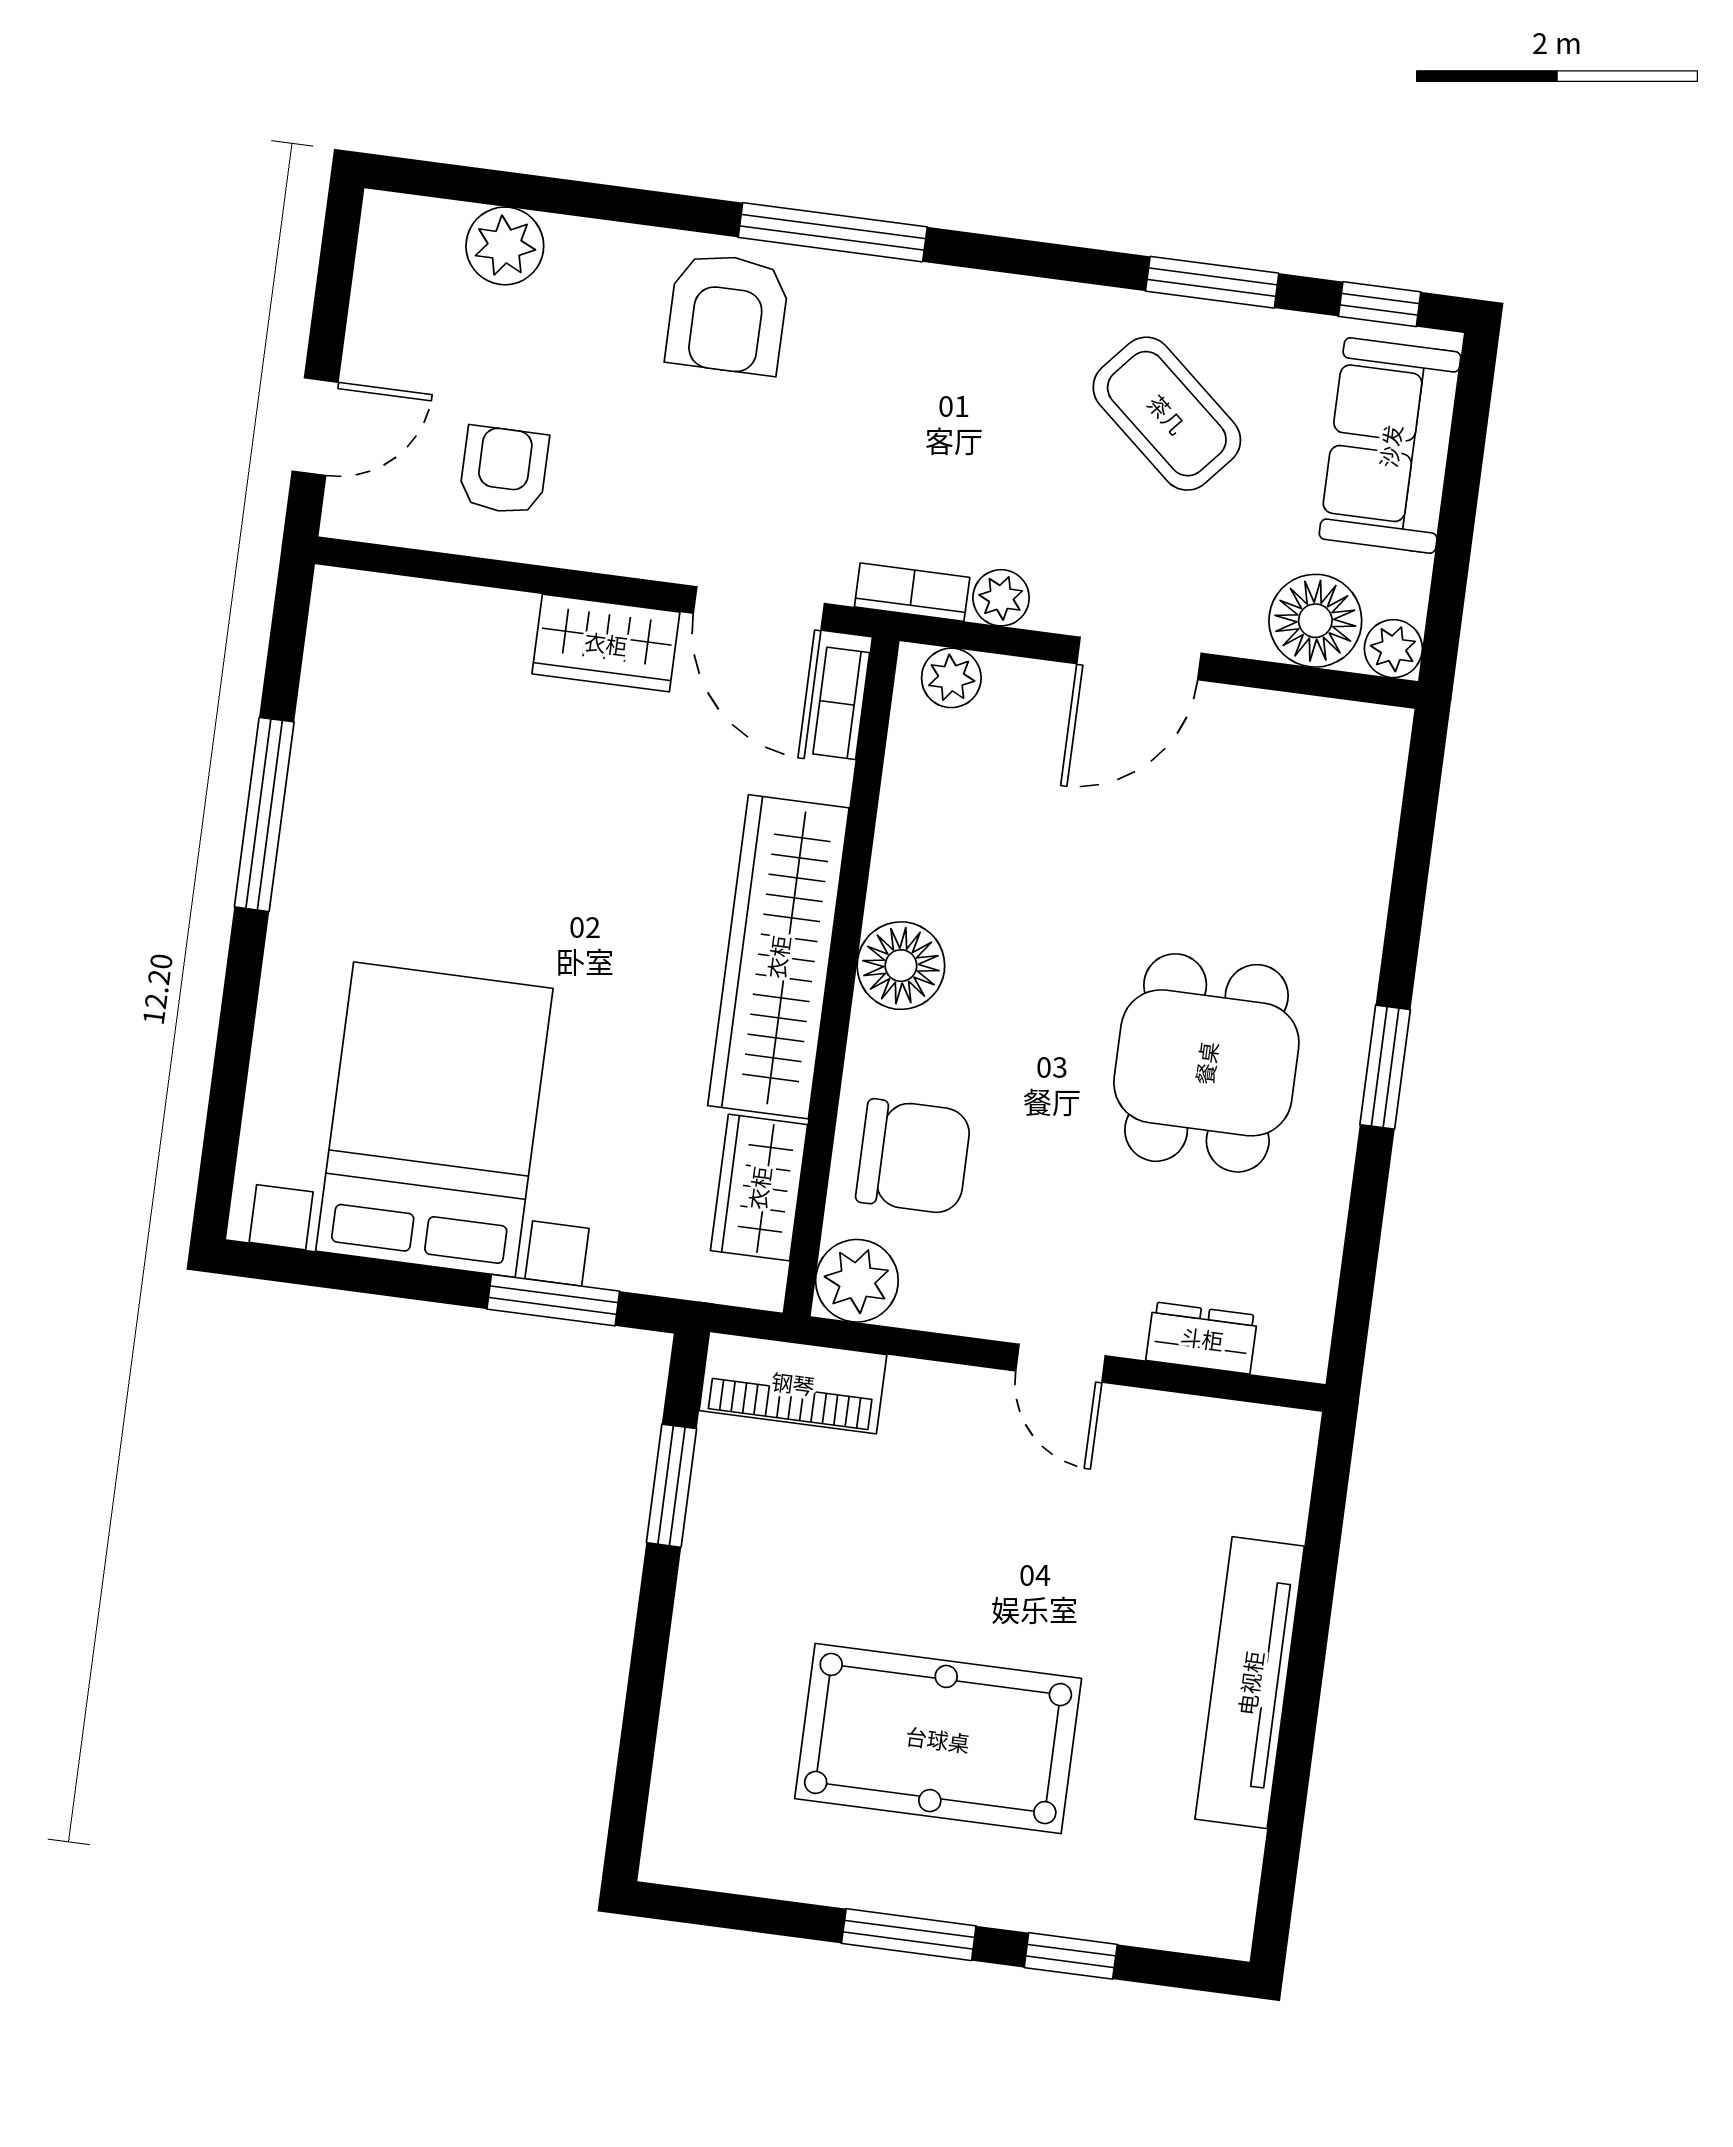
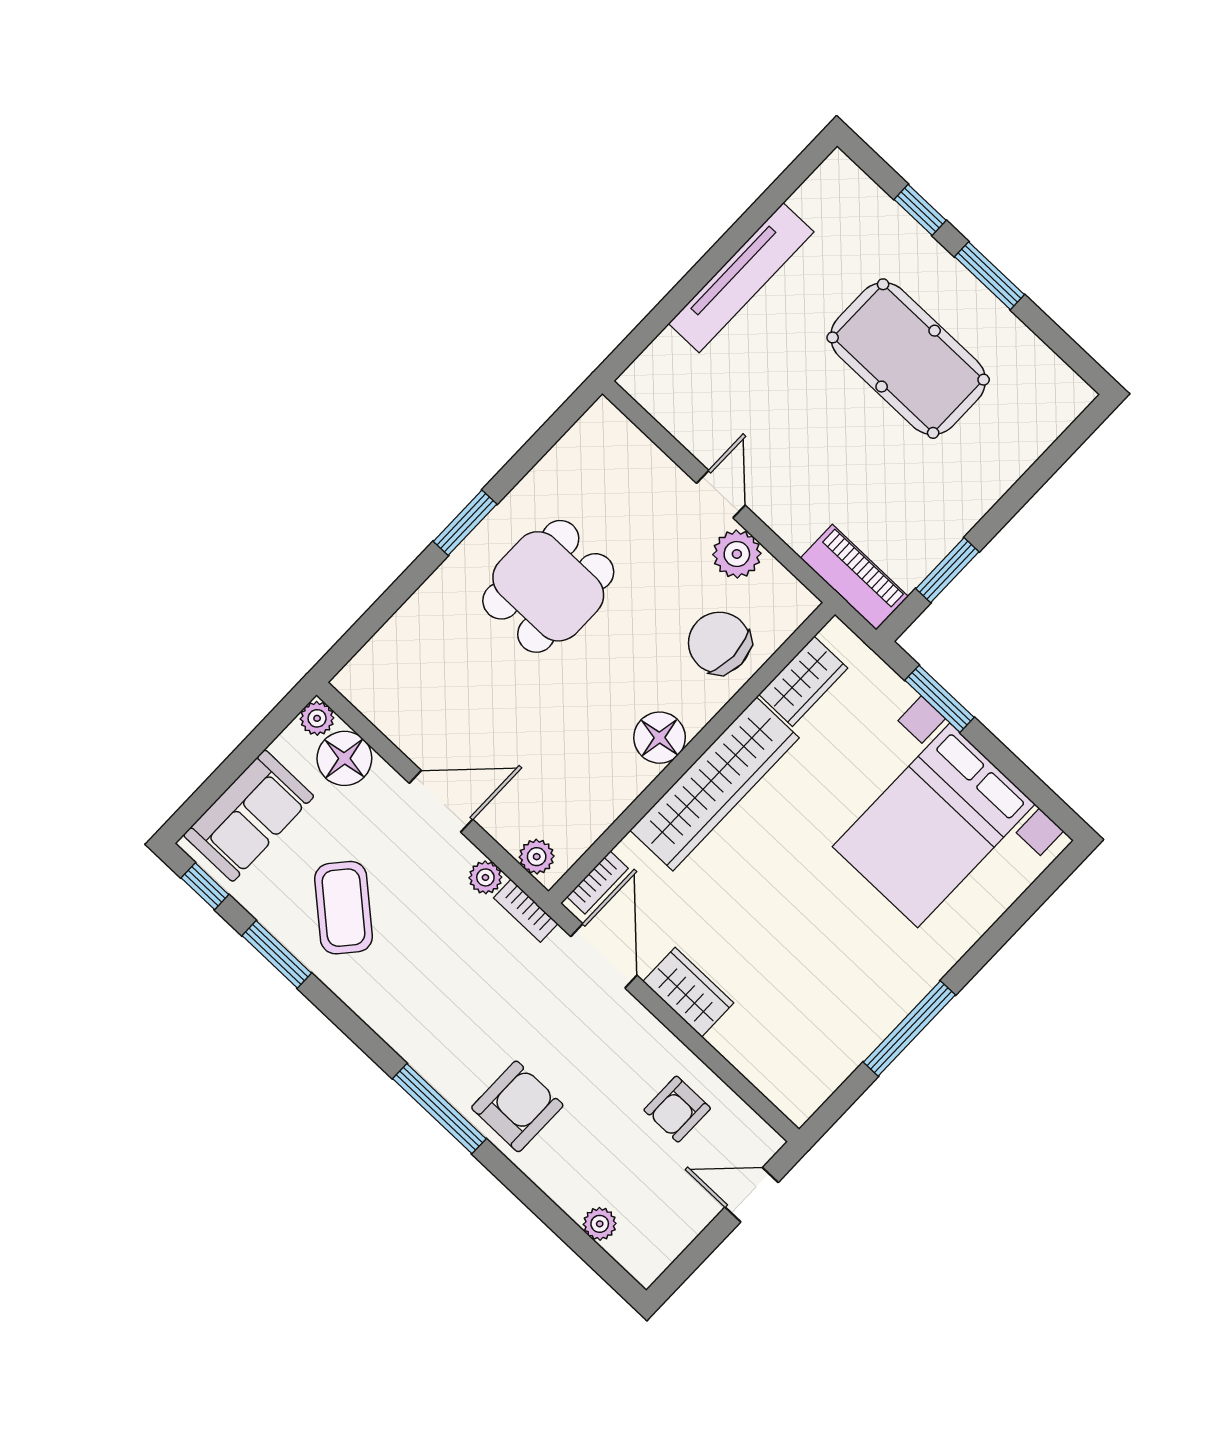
plant: (505, 246) -> (600, 1224), width x0.73, depth x0.73
plant: (857, 1281) -> (737, 554), moved
dresser: (1202, 1338) -> (645, 458), removed

